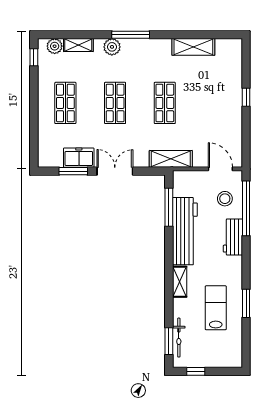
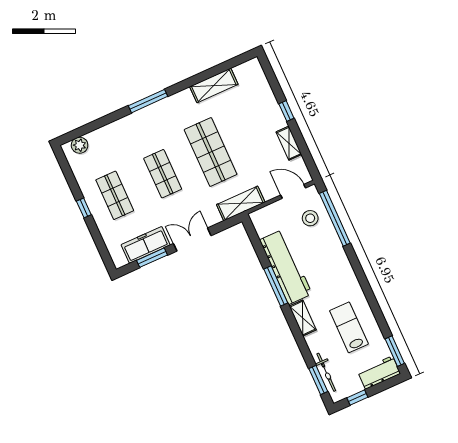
shelving: (78, 45) -> (289, 143), moved, turned 90
plant: (112, 47) -> (135, 121), removed
window: (34, 57) -> (84, 208), moved
shop shelf: (165, 103) -> (211, 152), width x1.43, depth x1.36
freezer: (79, 158) -> (146, 245), width x1.40
window: (169, 207) -> (276, 286), moved
workbench: (233, 237) -> (379, 373), moved, turned 90
window: (246, 303) -> (395, 351), moved

